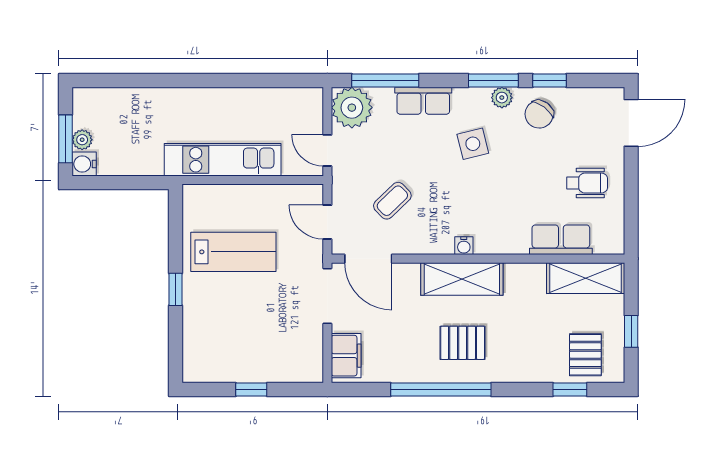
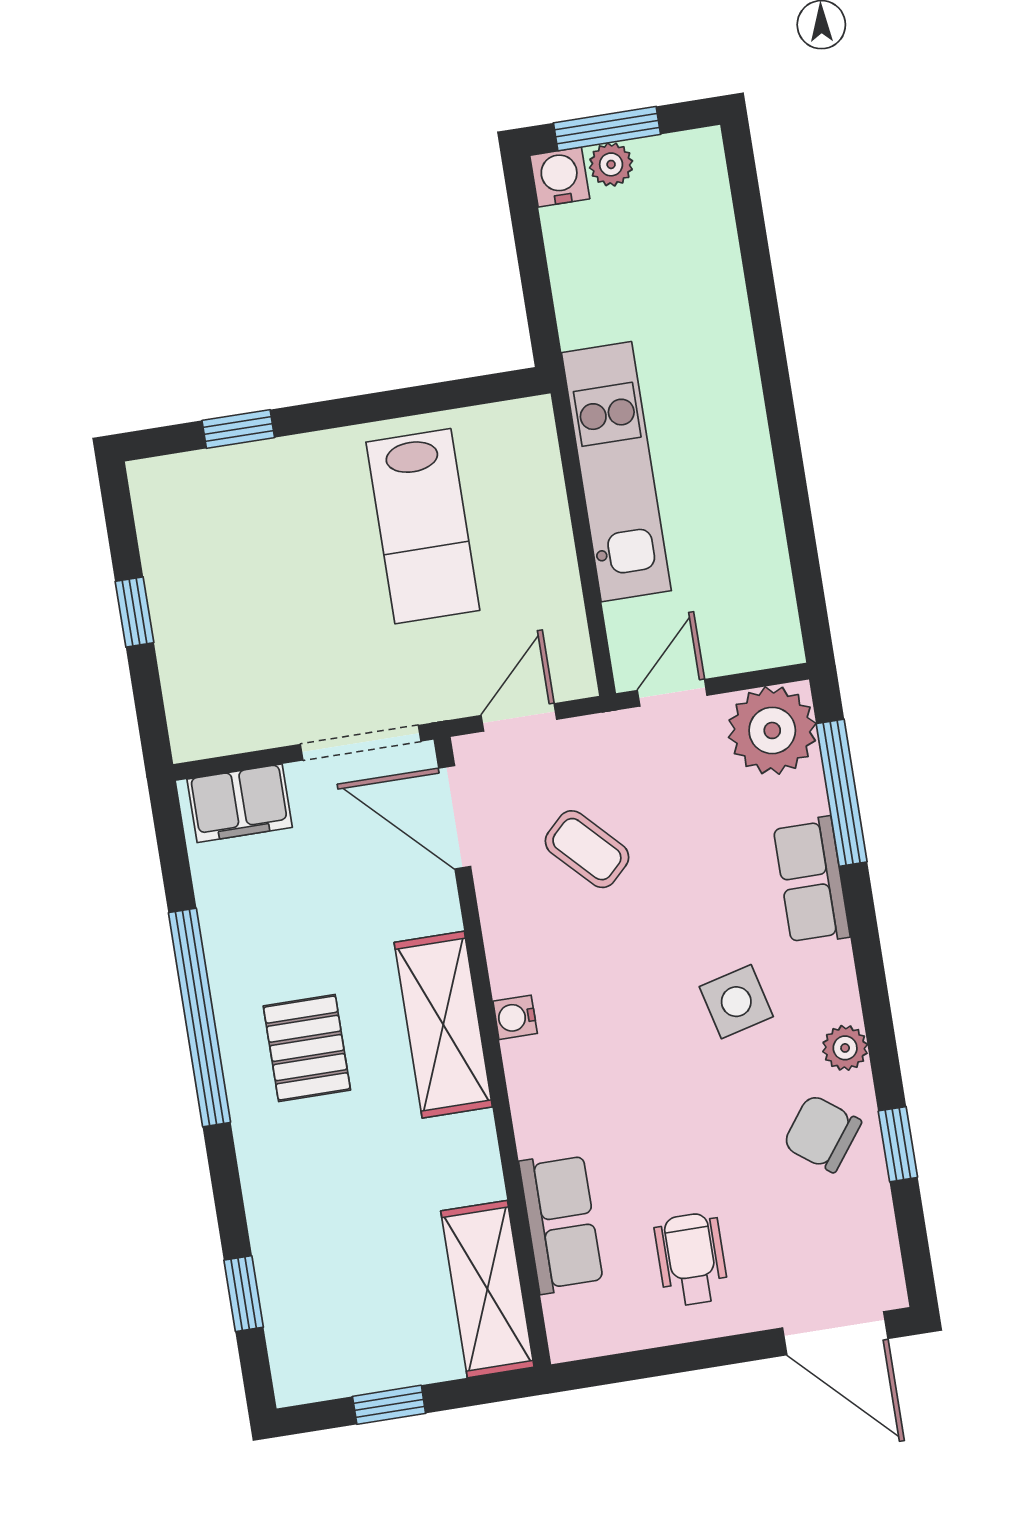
window: (493, 81) -> (879, 1024), removed
wheelchair: (587, 183) -> (691, 1259), turned 180
door: (368, 259) -> (455, 817), hinge flipped
window: (175, 289) -> (238, 429), moved
pallet: (585, 355) -> (323, 1315), removed

